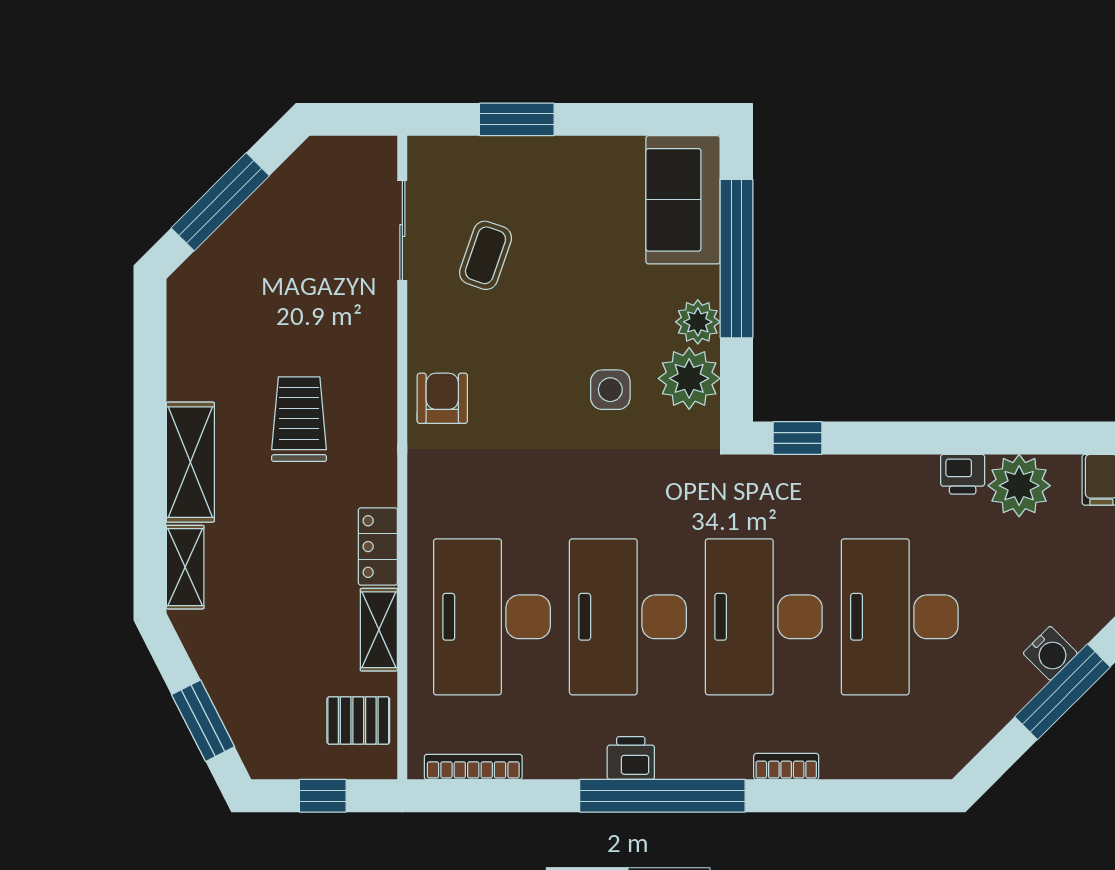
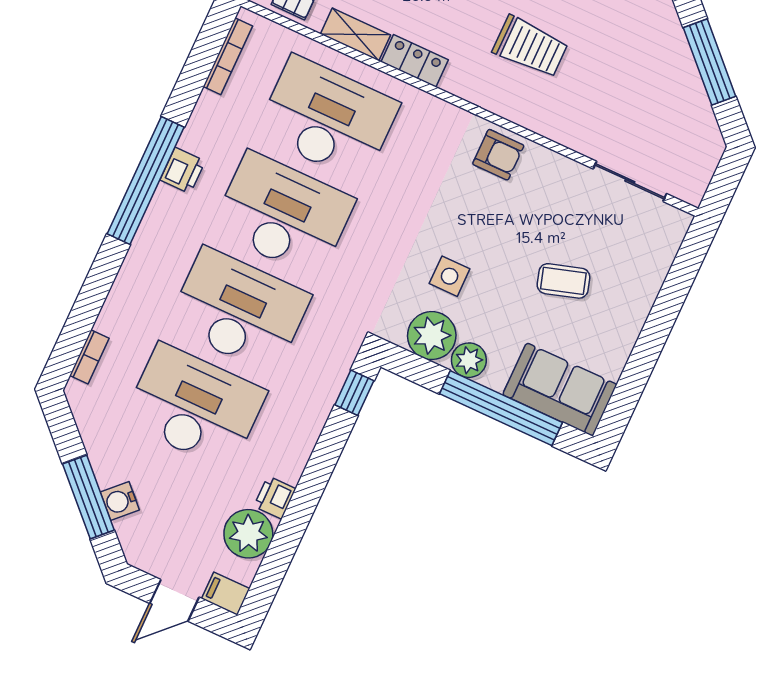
window: (517, 119) -> (671, 298), removed
coffee table: (485, 255) -> (563, 281), moved, turned -36
bookcase: (786, 766) -> (89, 357), moved

